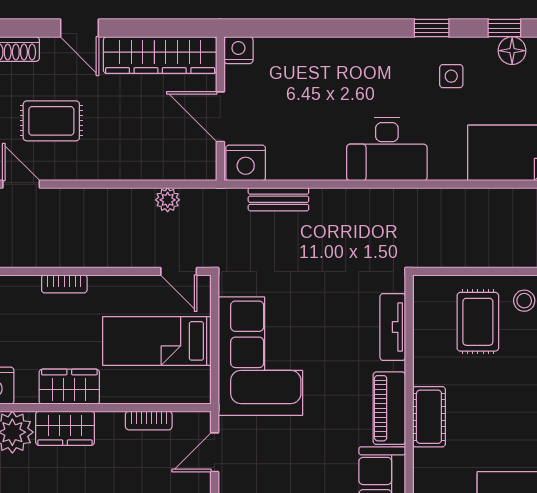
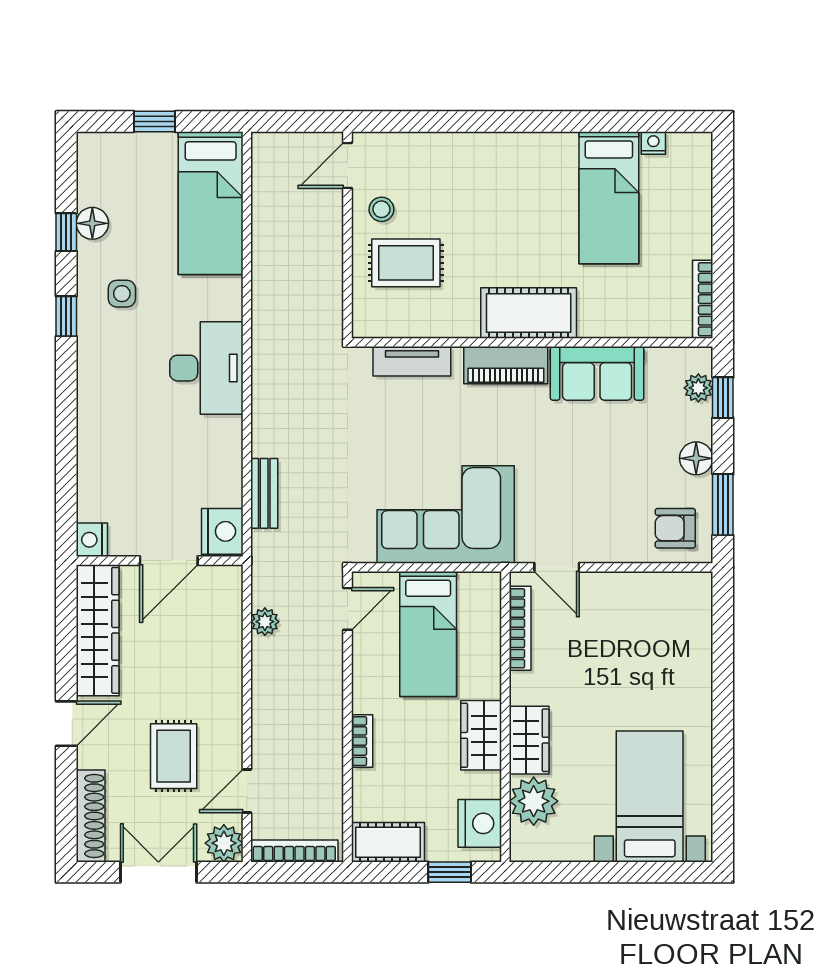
cot: (429, 417) -> (529, 313), width x1.37, depth x1.34
bookcase: (149, 421) -> (520, 628), width x1.56

